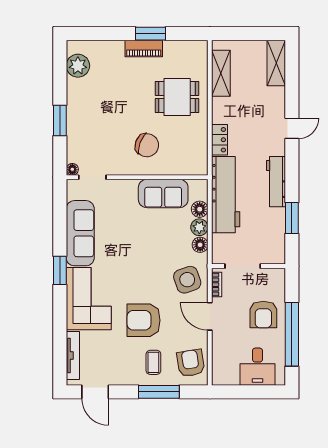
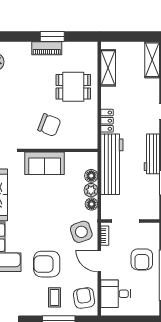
sofa: (163, 193) -> (45, 163), moved
desk: (257, 367) -> (116, 294), moved, turned 90

